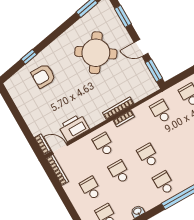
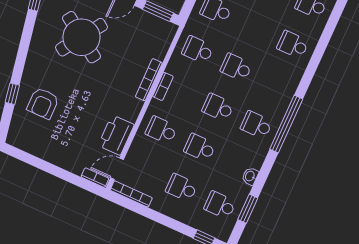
school desk: (177, 139) -> (236, 67), added

